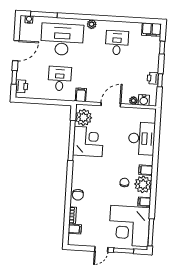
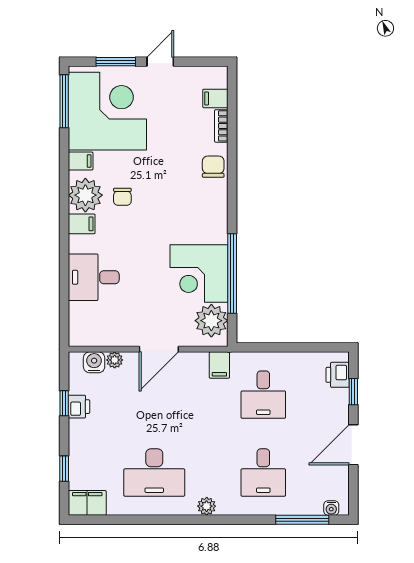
desk: (62, 39) -> (263, 473), width x0.53, depth x0.77
desk: (117, 43) -> (154, 473), width x1.37
desk: (142, 138) -> (94, 277), width x0.73

